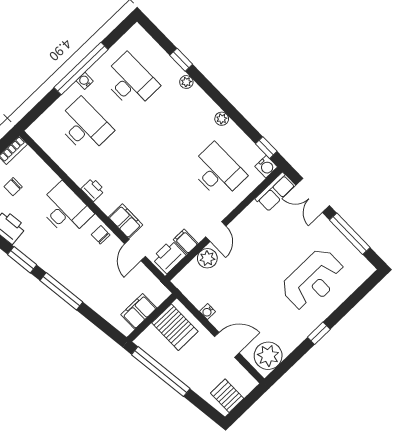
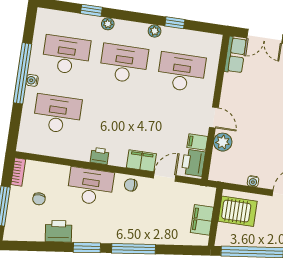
desk: (174, 126) -> (124, 64), added
window: (266, 148) -> (175, 23), moved
water cooler: (266, 167) -> (214, 41), removed
door: (135, 250) -> (165, 177), swing flipped

